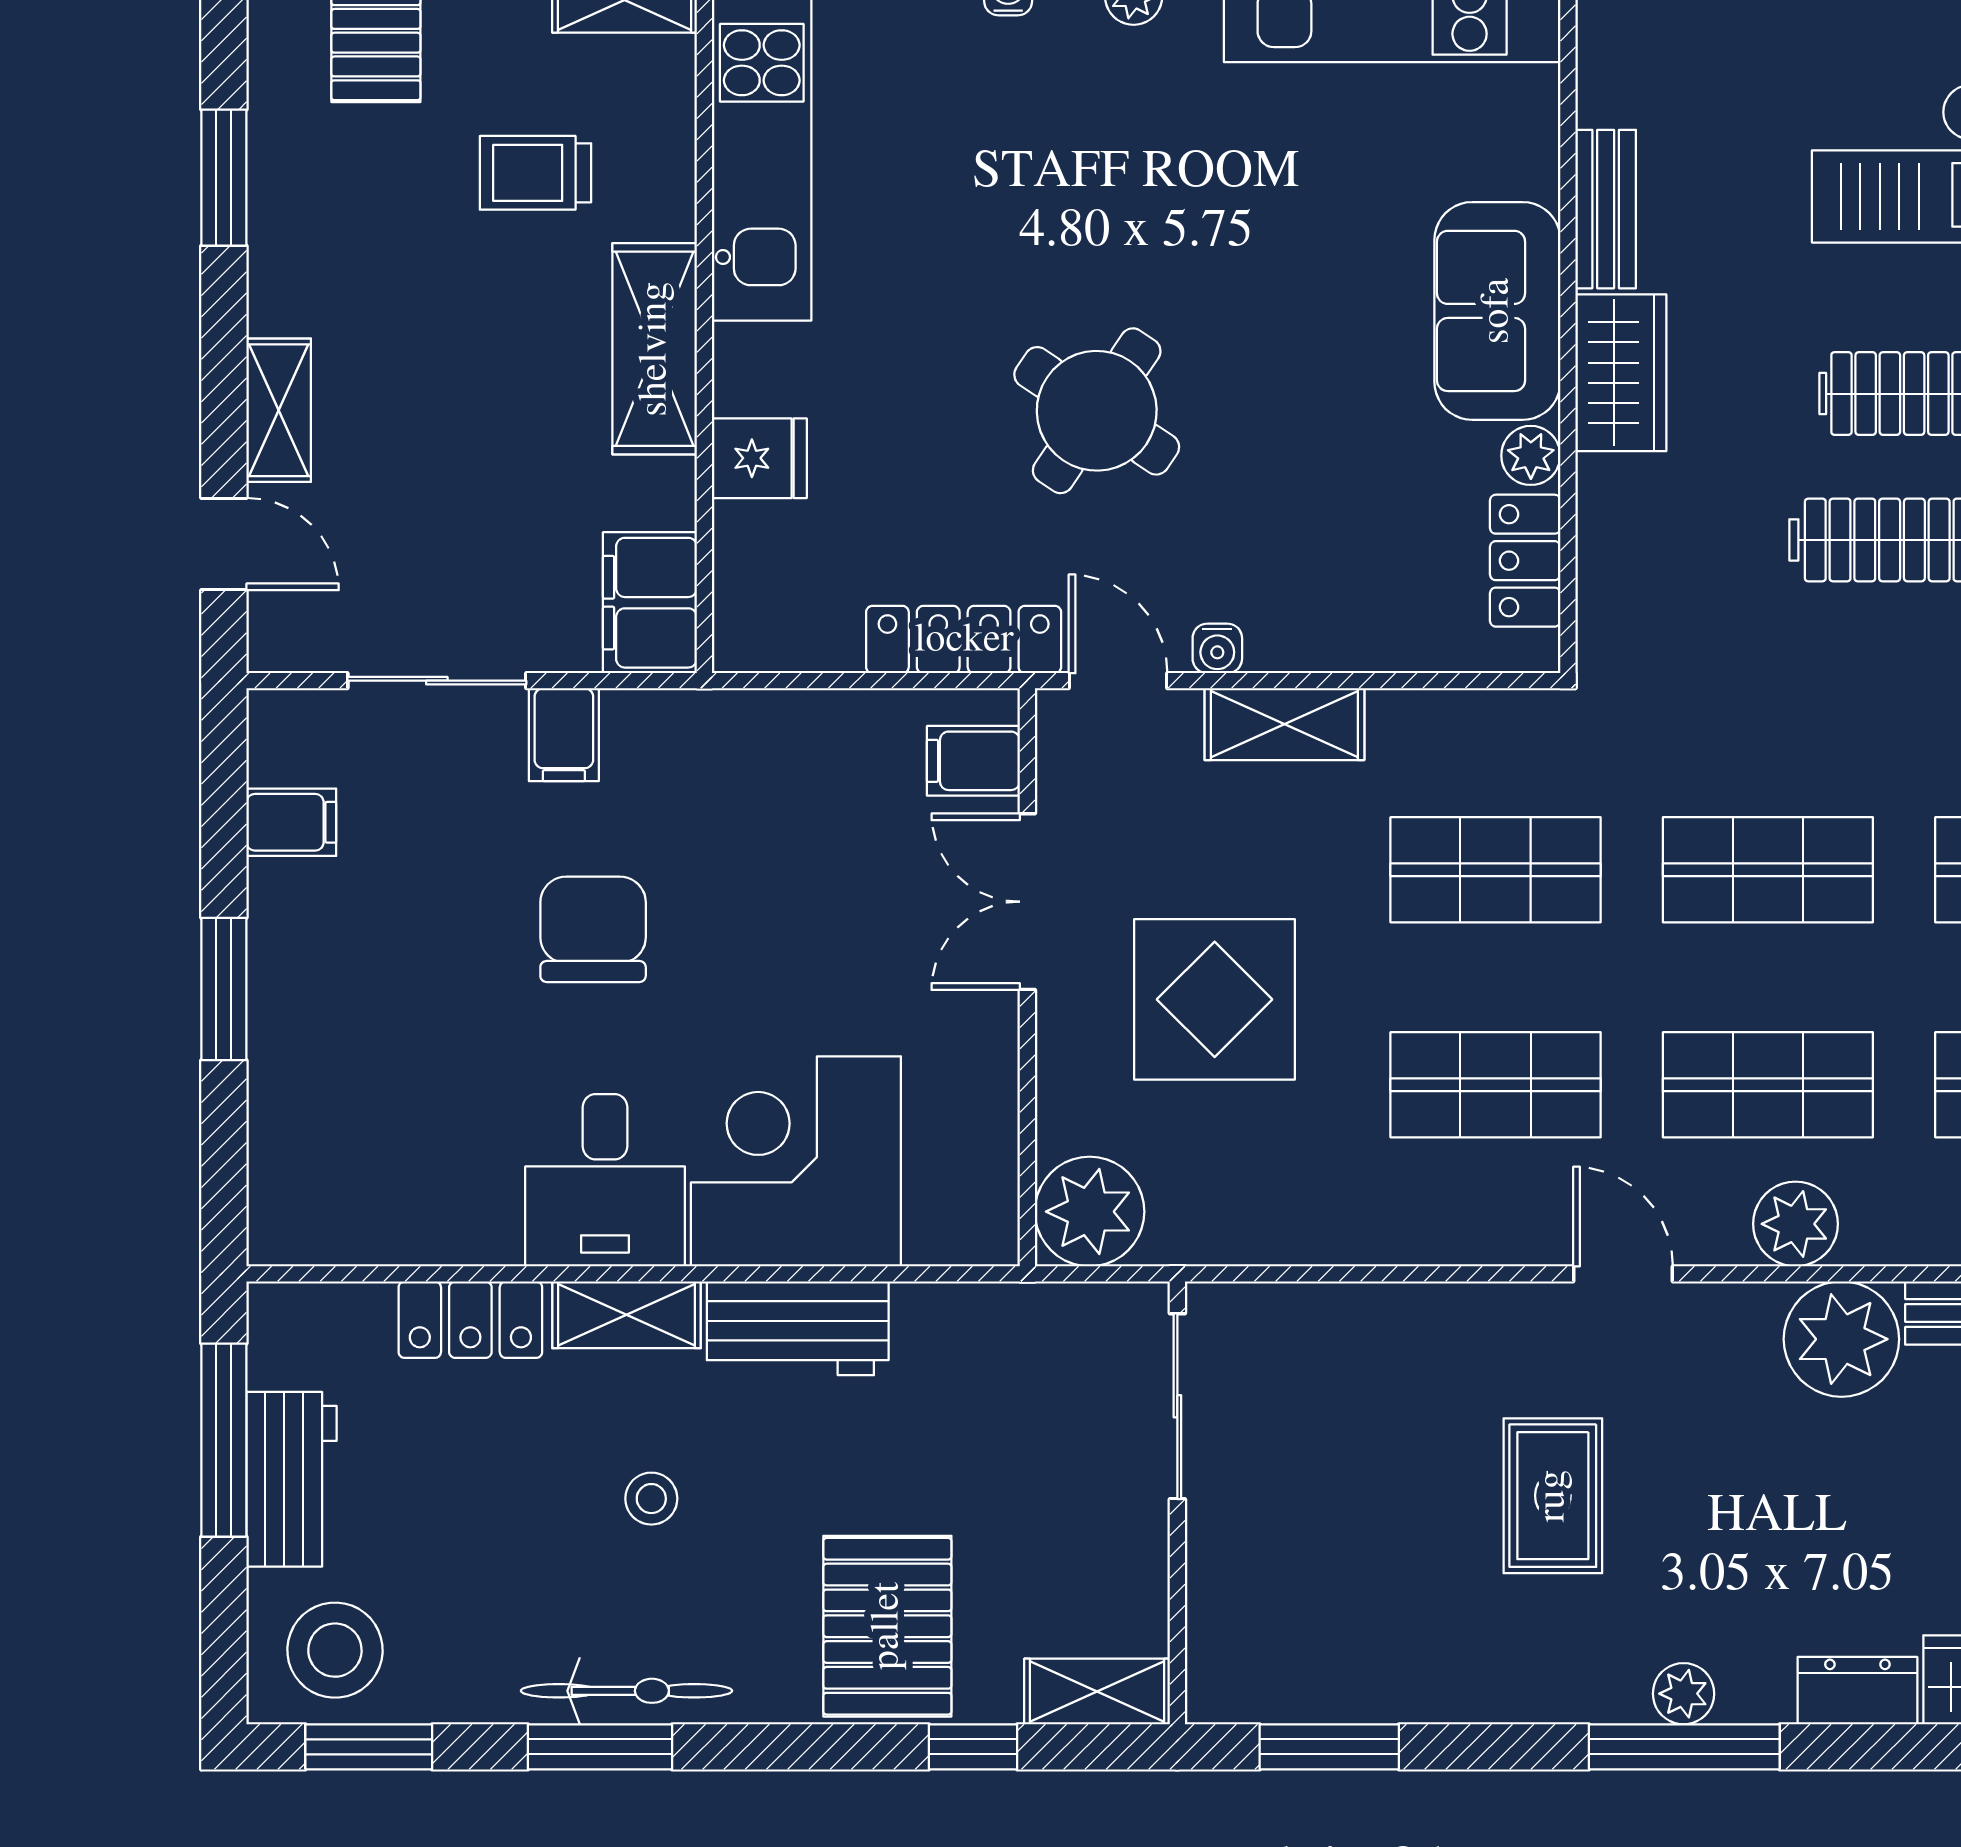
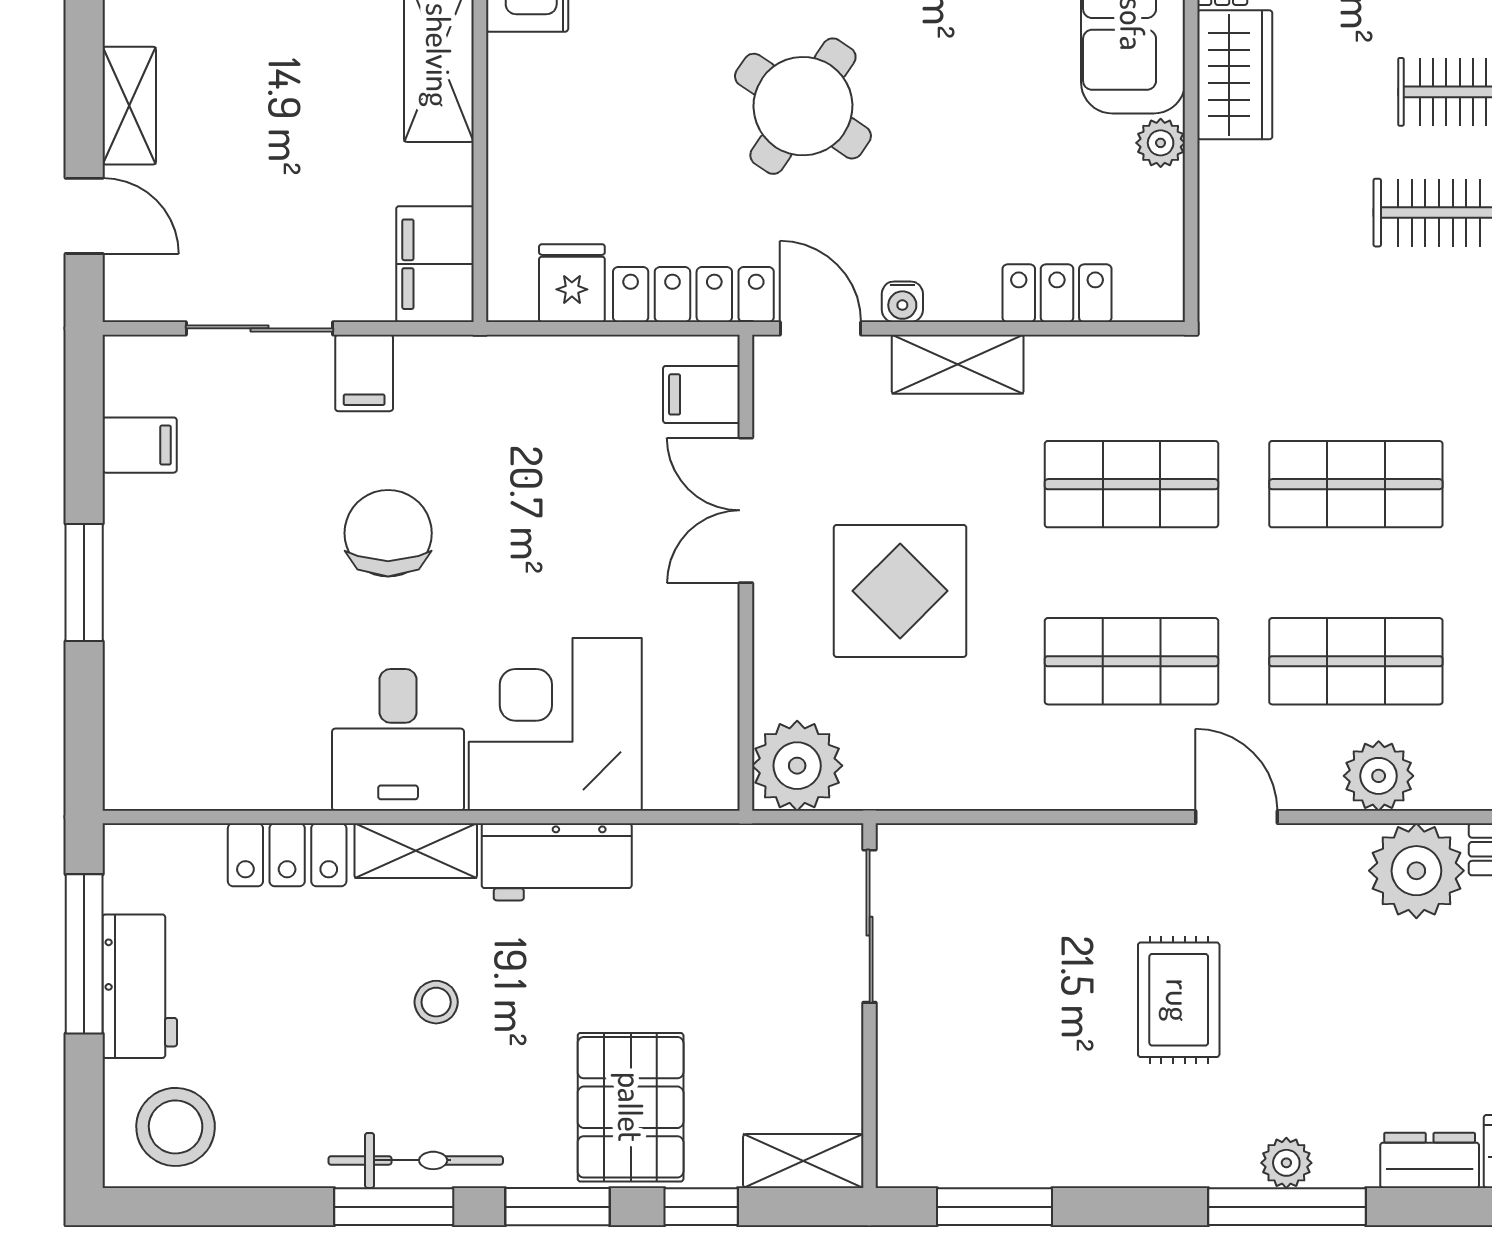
fridge: (759, 458) -> (572, 283), moved, turned -90
locker: (1525, 561) -> (1057, 293), moved, turned 90
window: (369, 1747) -> (558, 1207), moved

